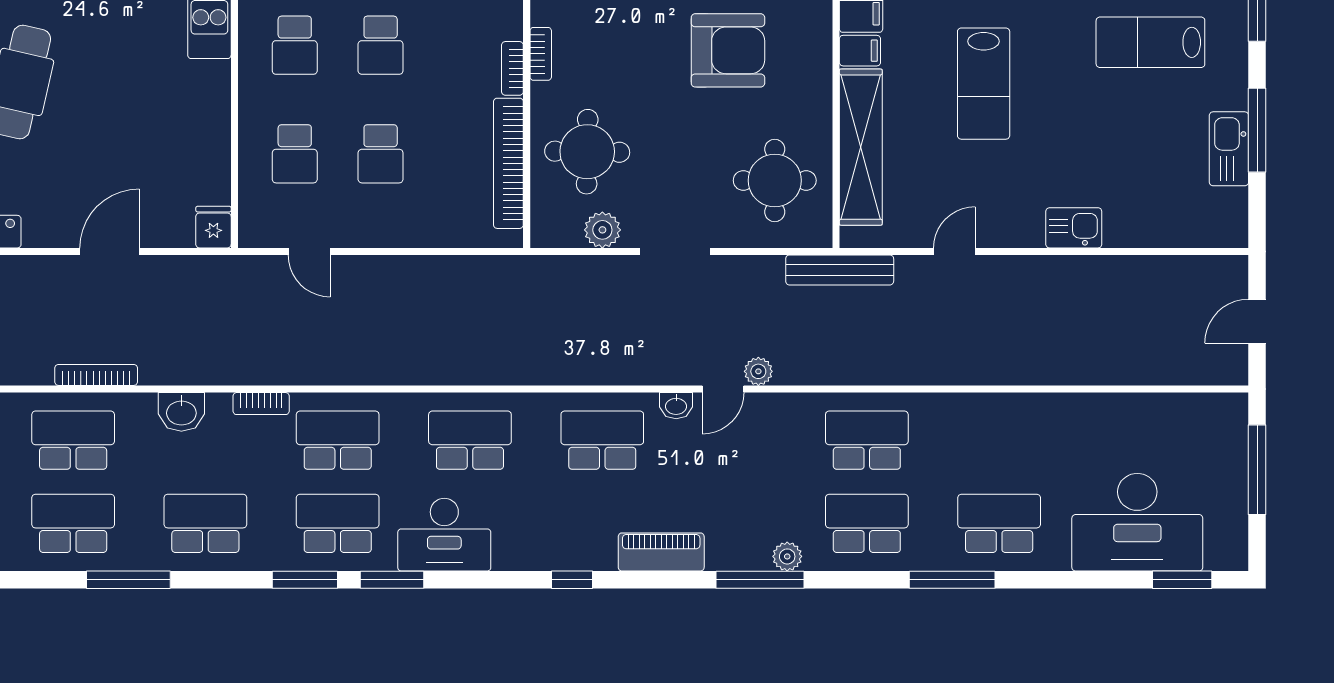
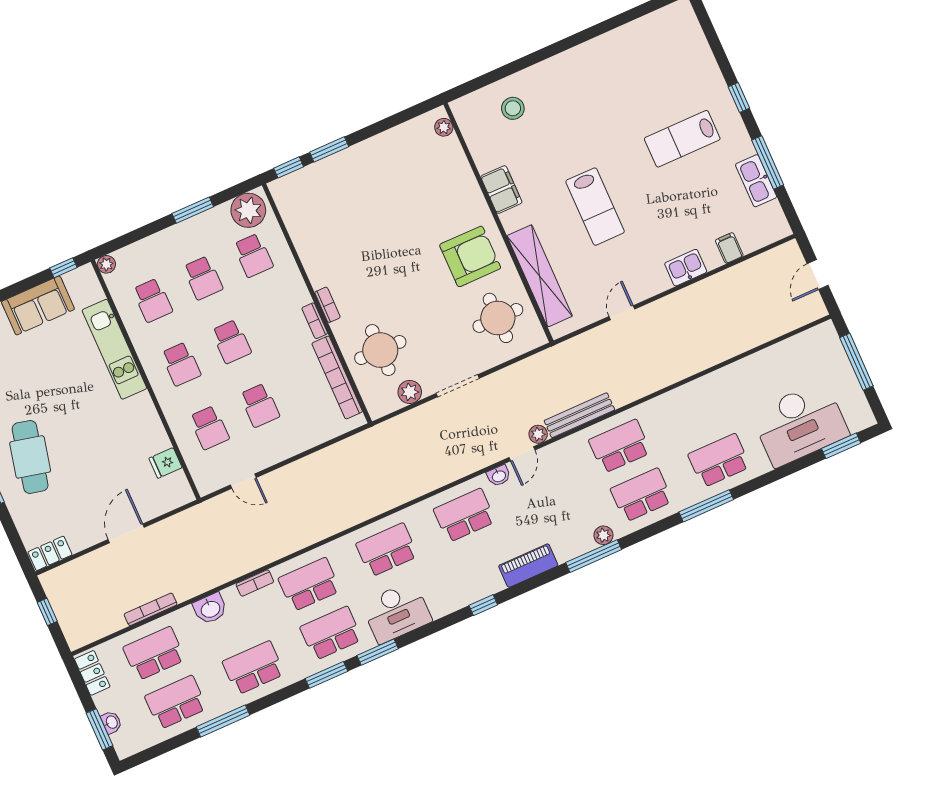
armchair: (728, 50) -> (470, 256), moved
filing cabinet: (860, 51) -> (729, 248), moved, turned -90
fridge: (213, 227) -> (166, 463), moved, turned -90
bench: (840, 270) -> (579, 415), moved

